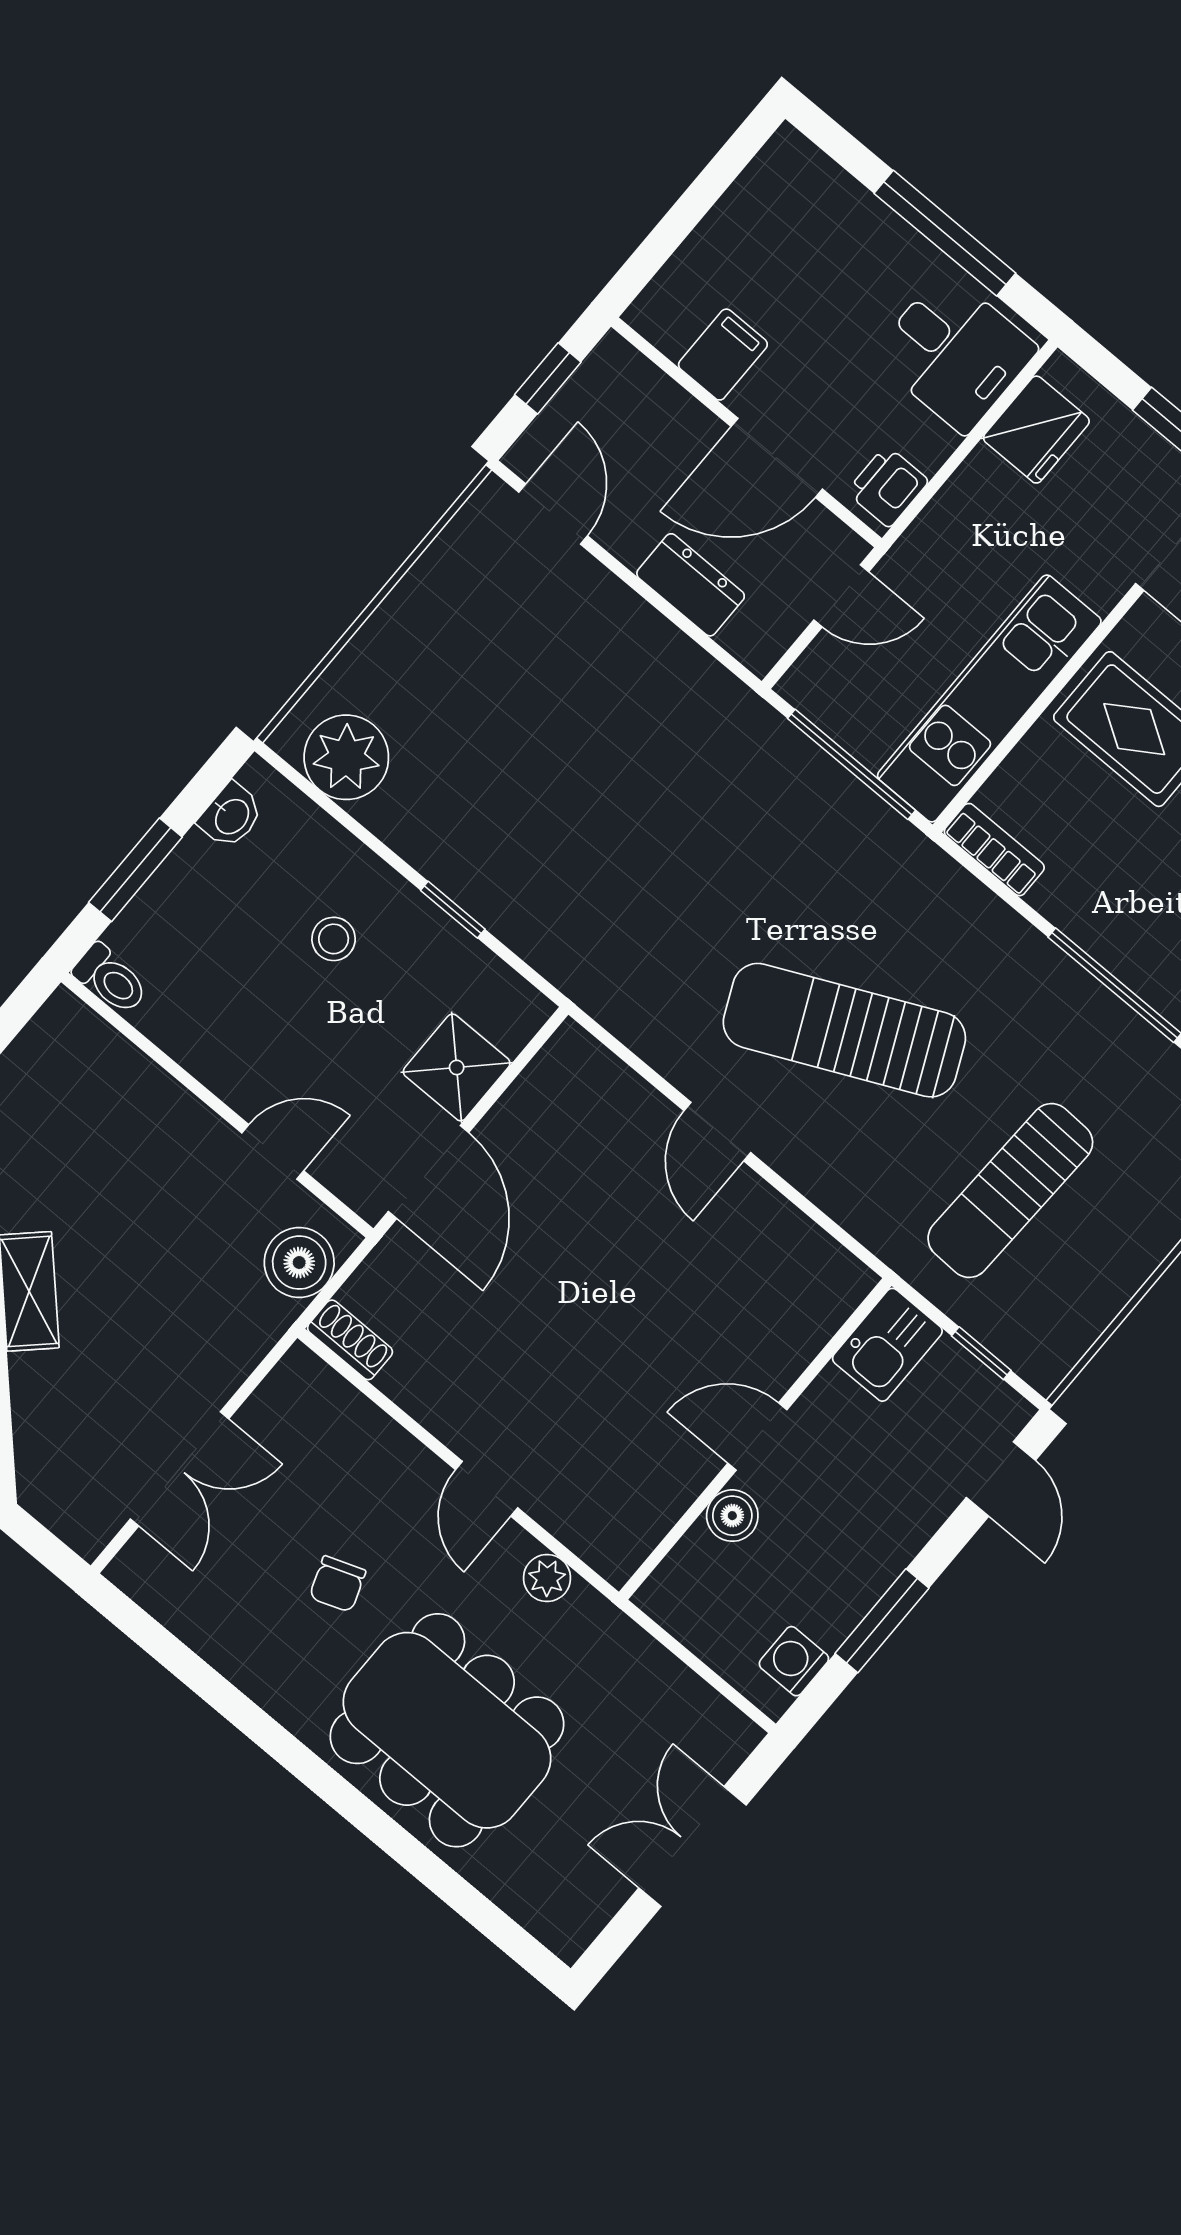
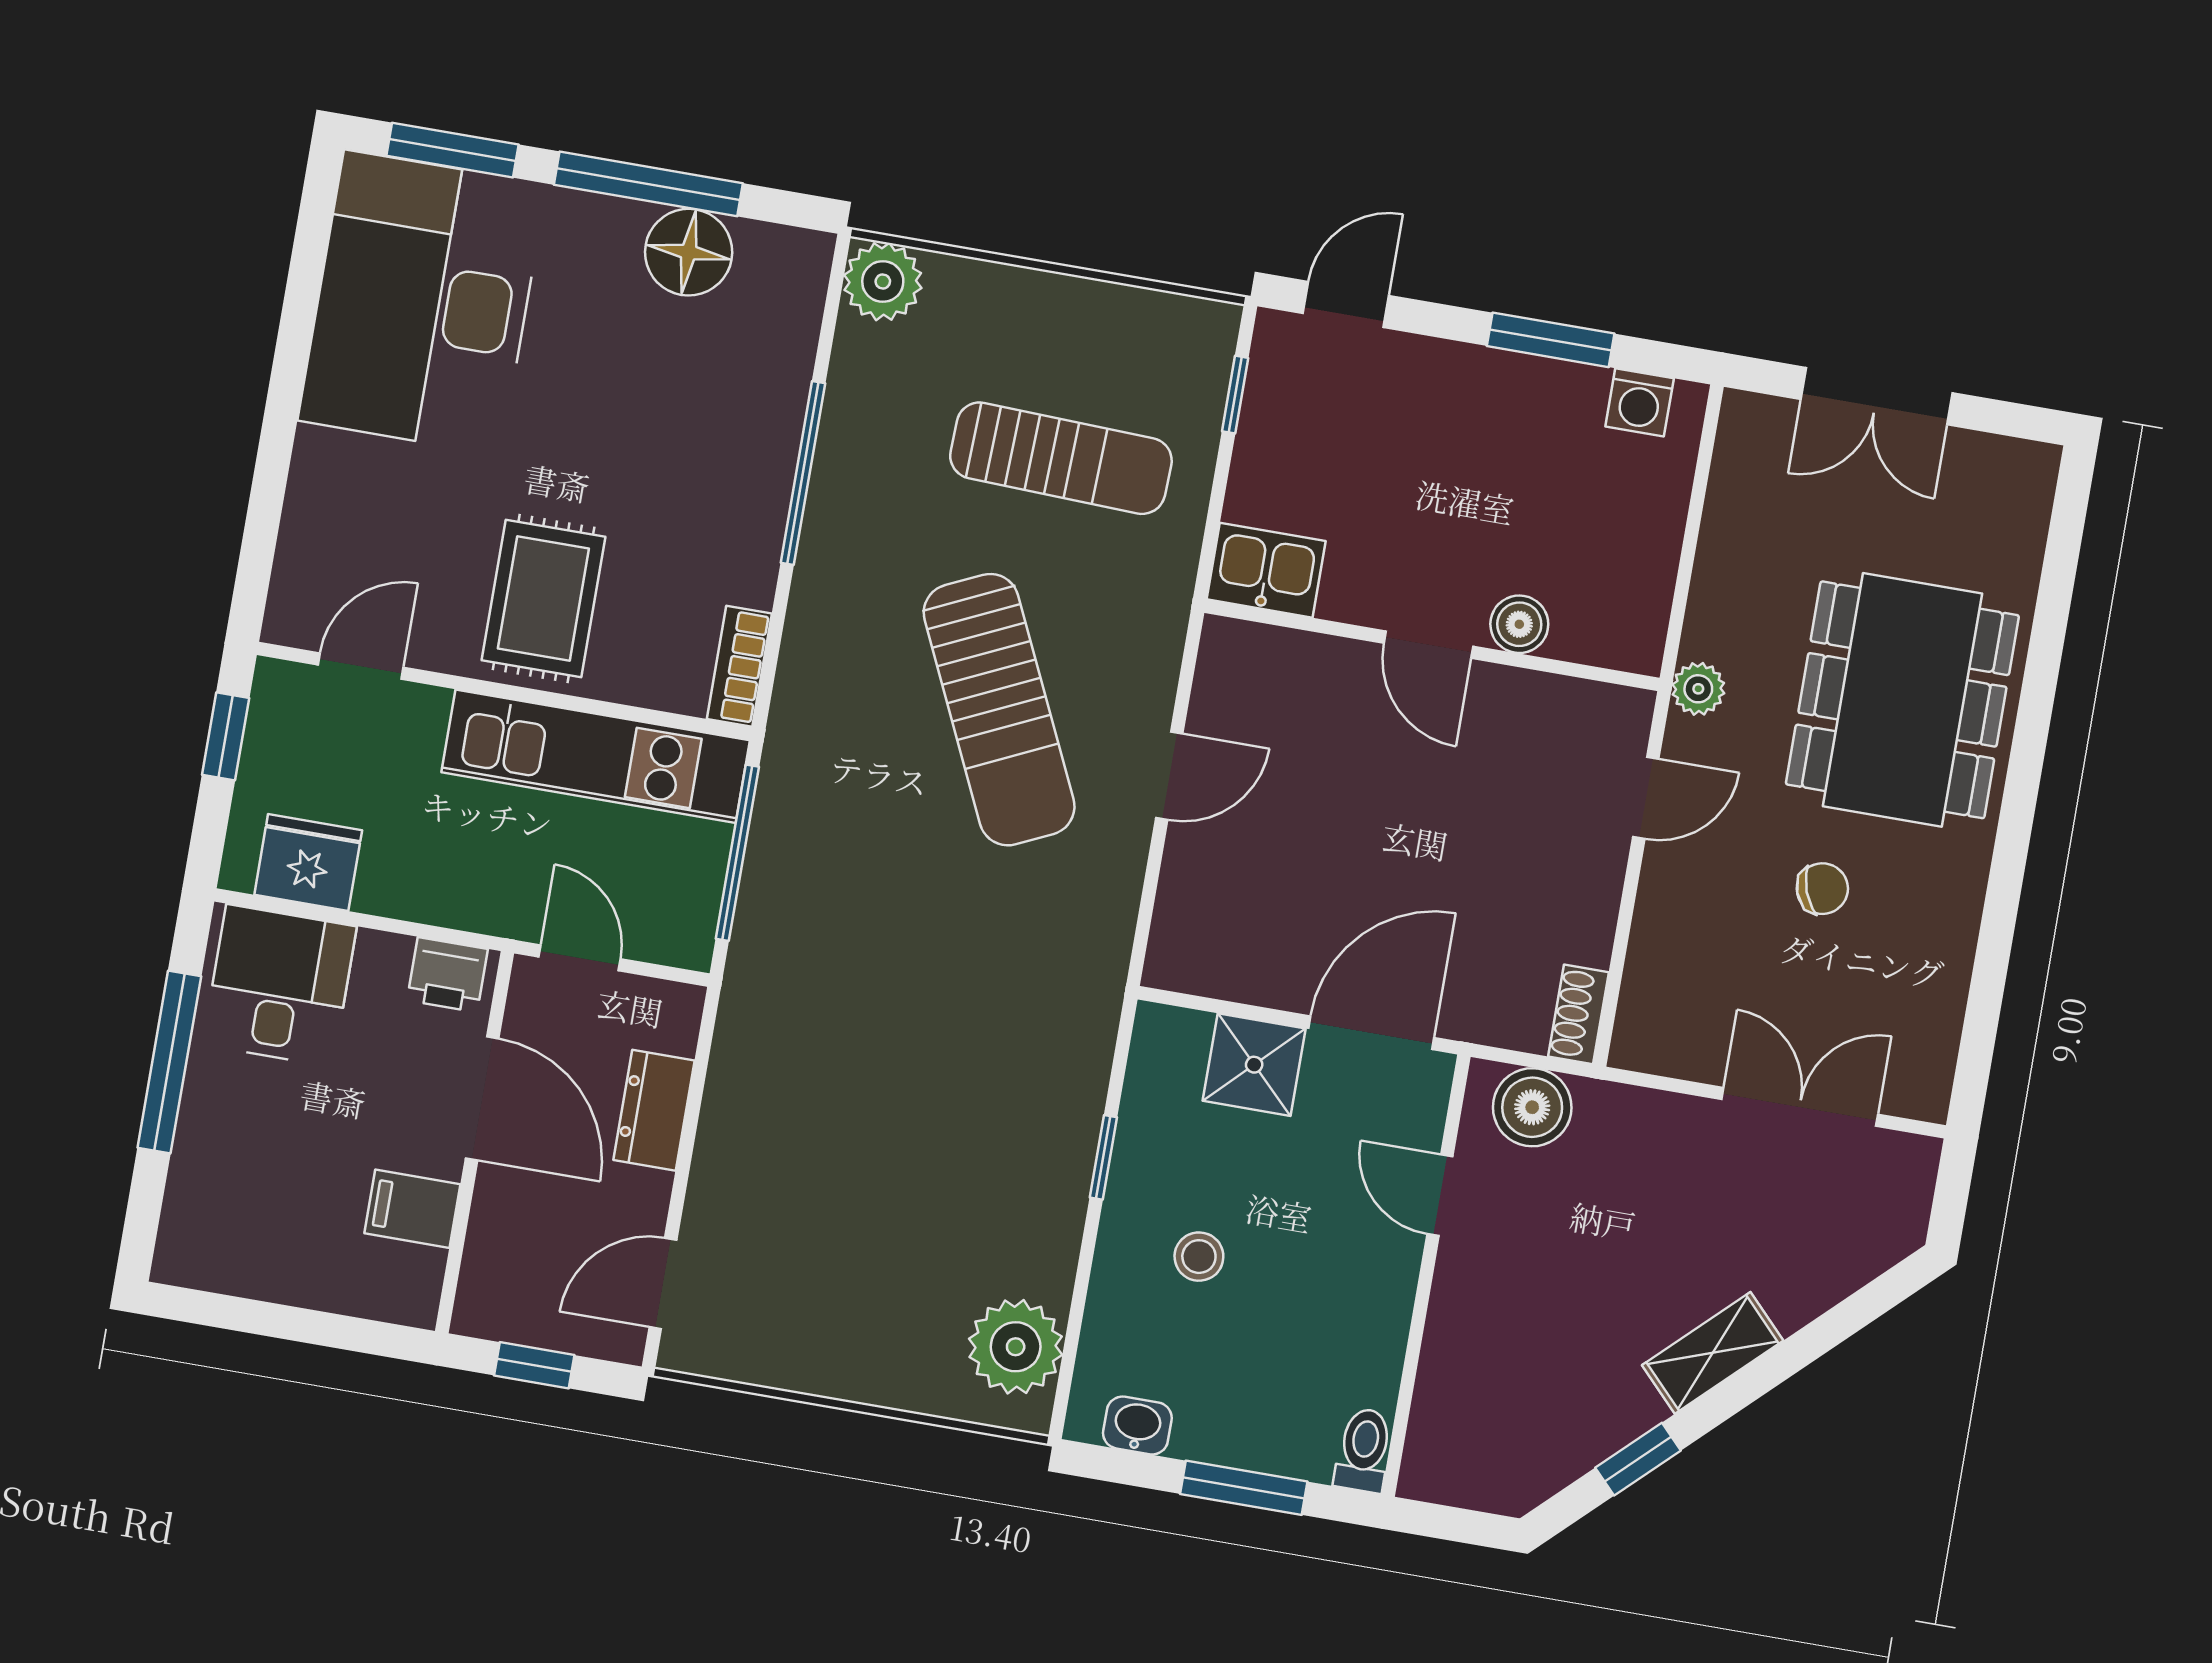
kitchen sink: (887, 1345) -> (1266, 570), moved
door: (757, 1436) -> (1428, 645), moved
wall: (755, 1439) -> (1432, 645), moved
boiler: (732, 1516) -> (1519, 624), moved

